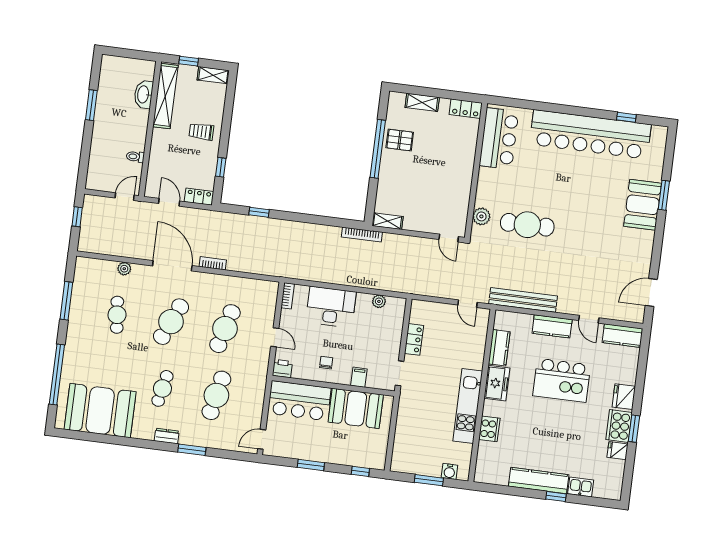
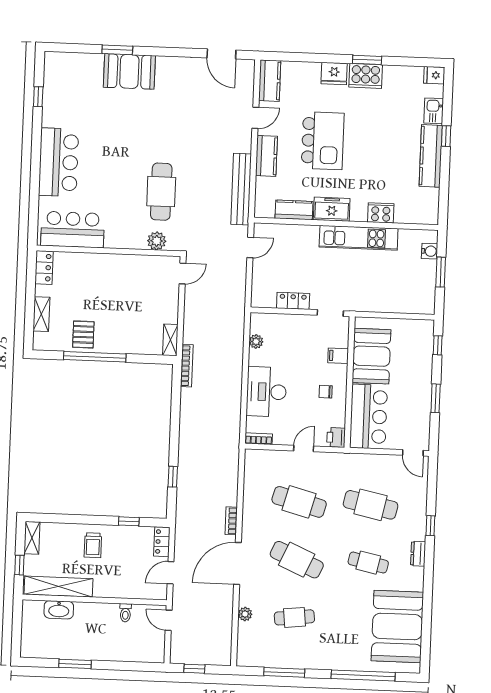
bar counter: (590, 134) -> (59, 162), width x0.54
window: (192, 450) -> (430, 526), width x0.67
fridge: (618, 451) -> (434, 75), moved, turned 90

